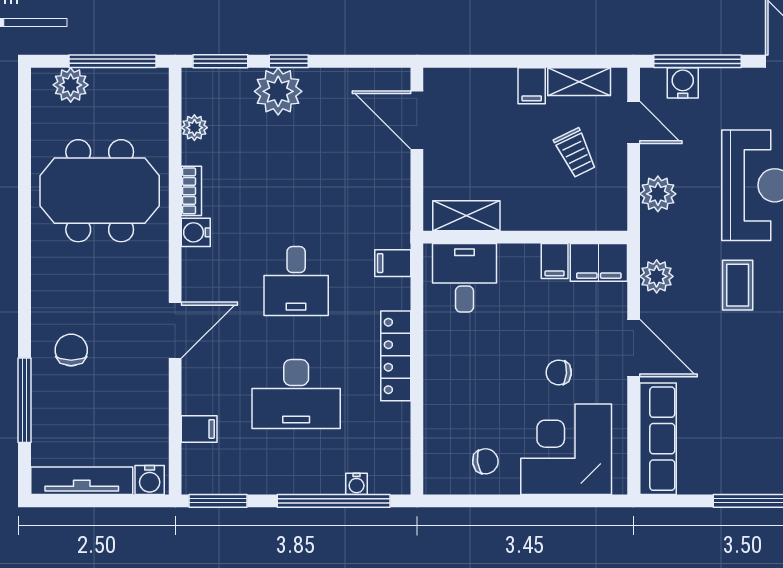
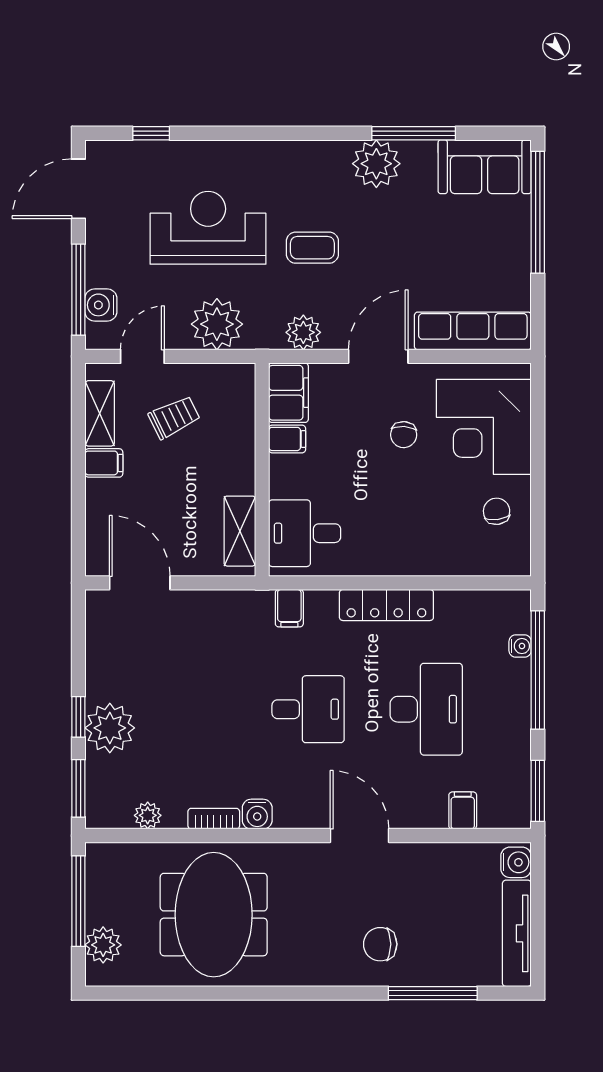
door: (417, 120) -> (140, 583), swing flipped
plant: (658, 194) -> (217, 324), width x1.36, depth x1.36

